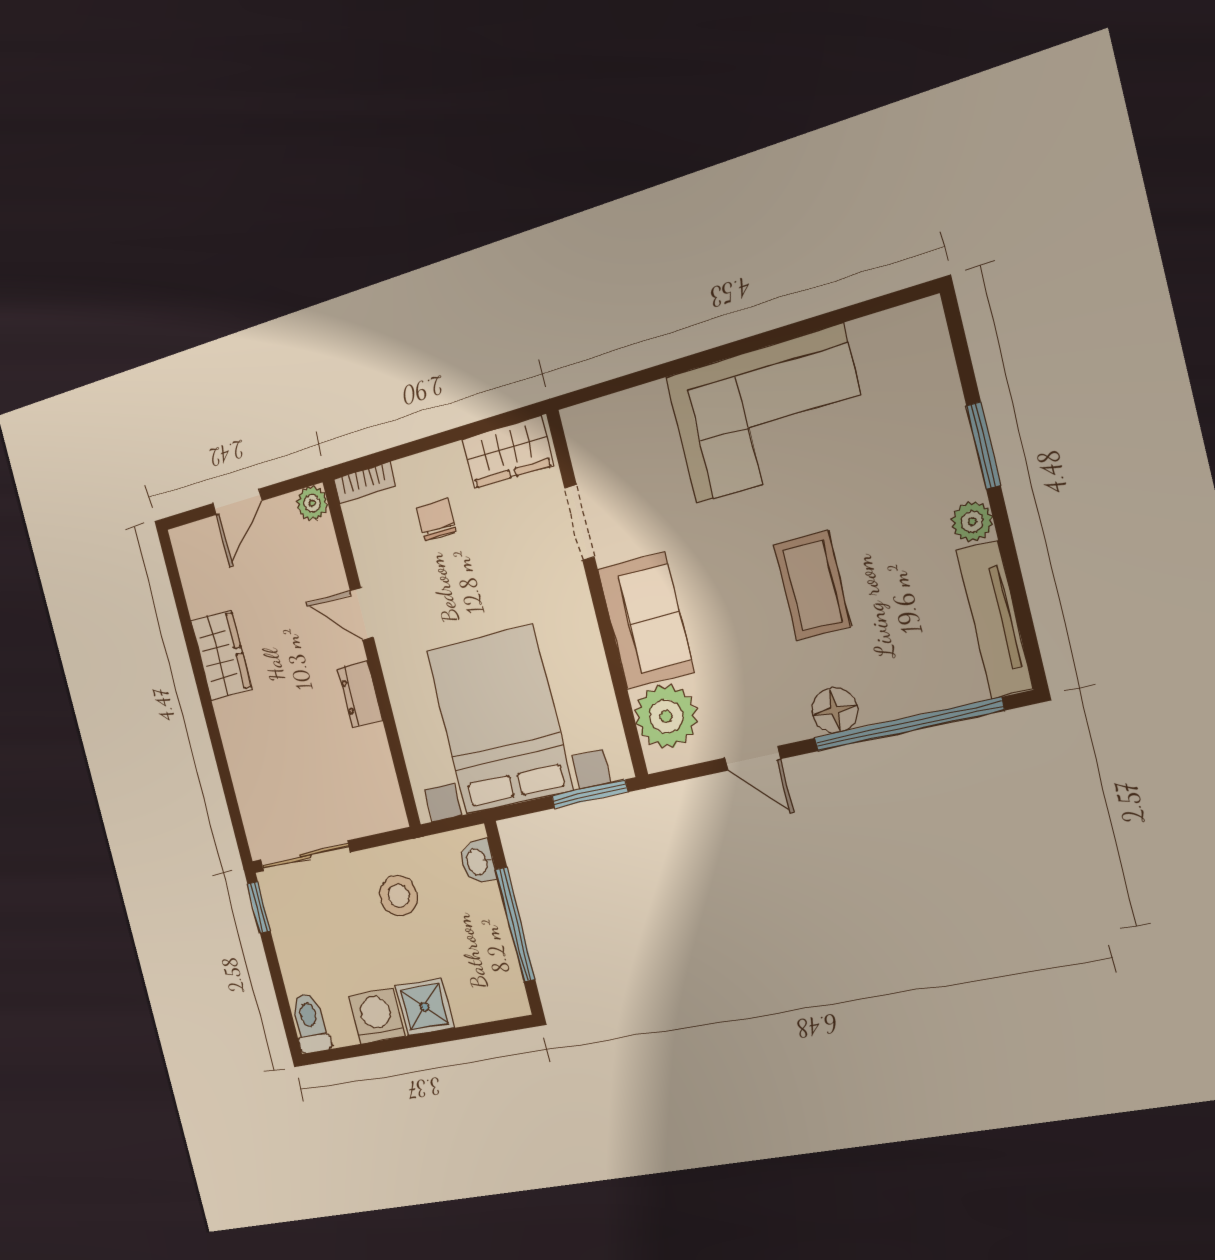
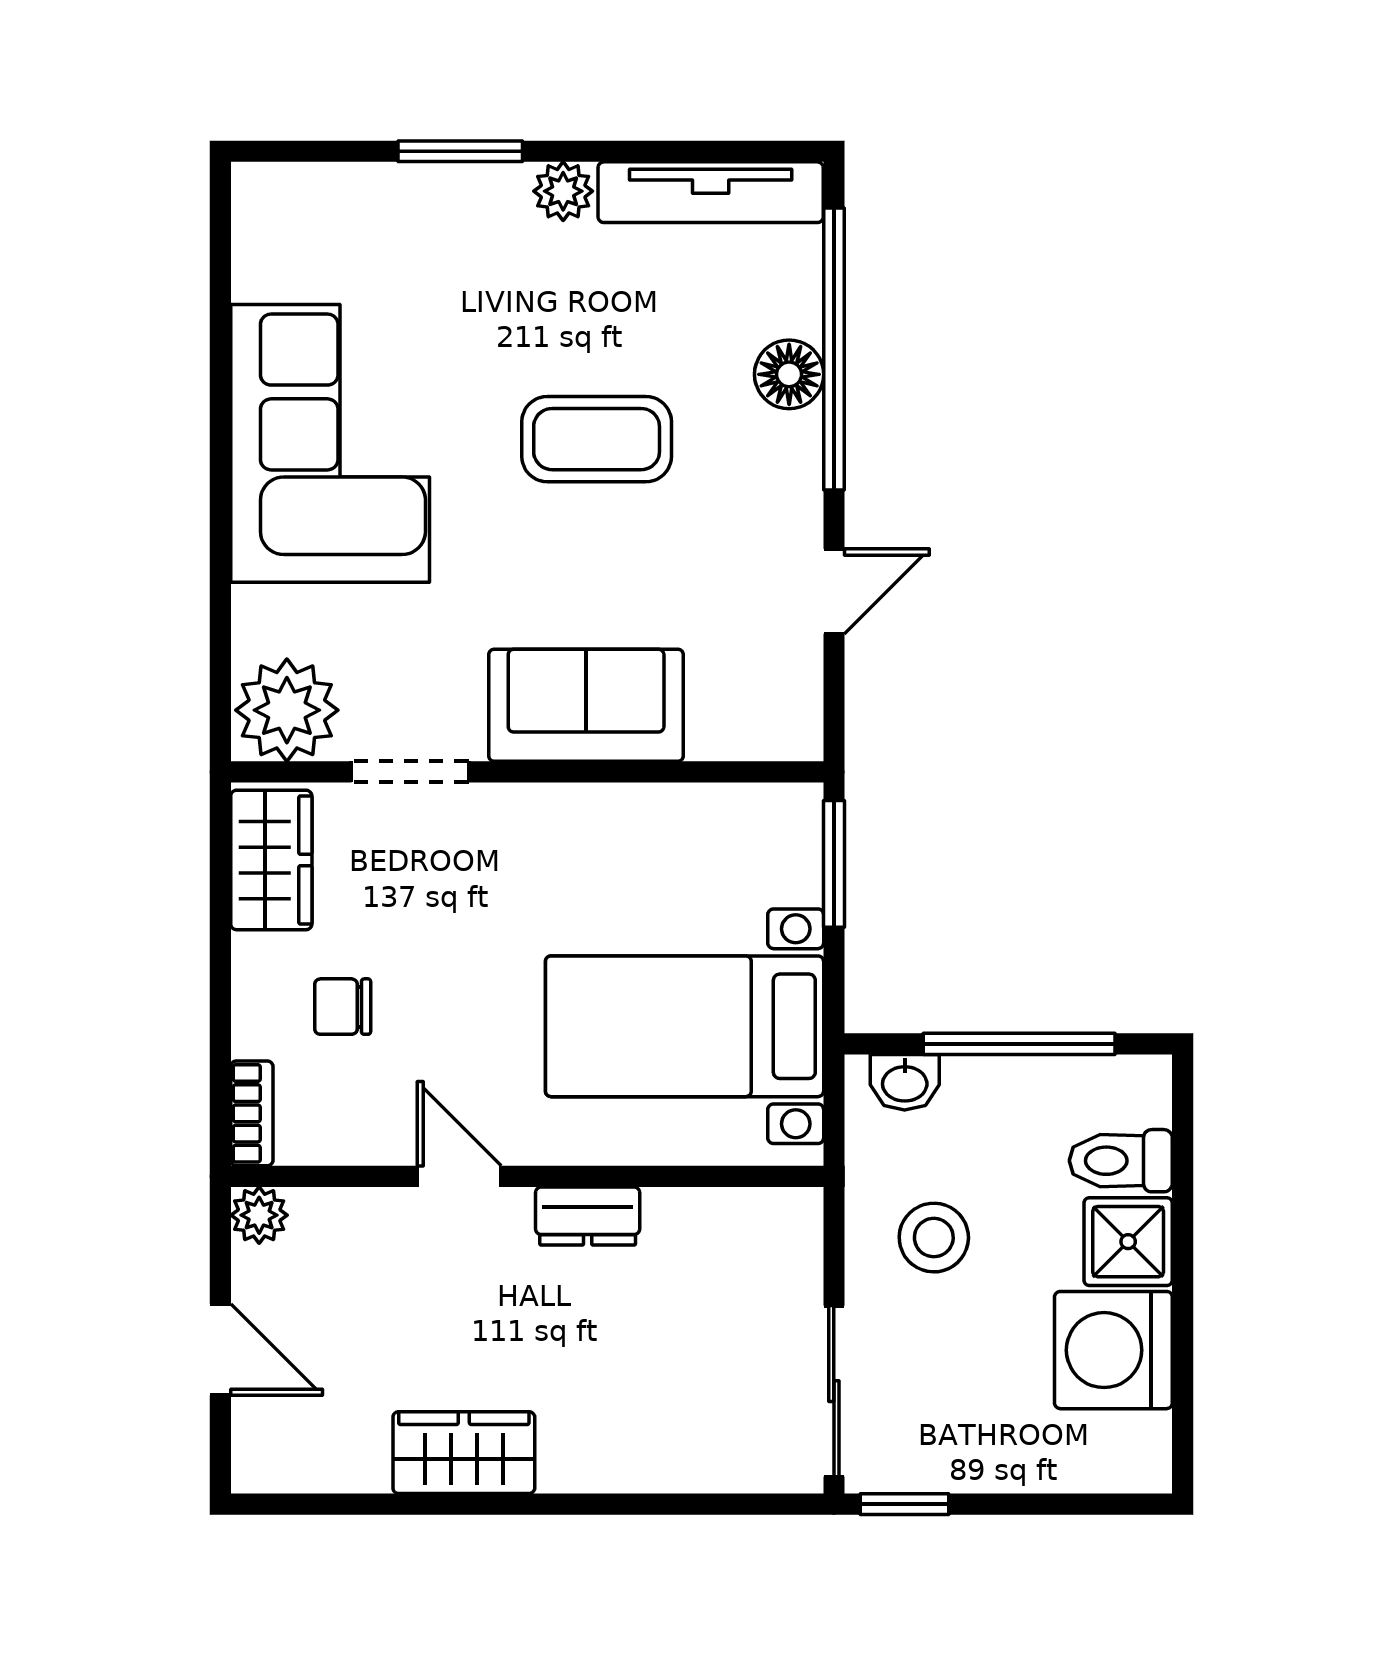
door: (362, 614) -> (459, 1176), swing flipped
floor lamp: (835, 710) -> (789, 374), moved
plant: (666, 716) -> (287, 710), moved
bed with nightstands: (500, 720) -> (685, 1026), width x0.73
washing machine: (376, 1016) -> (1113, 1350), width x1.37, depth x1.37
toilet: (310, 1023) -> (1121, 1161), moved

